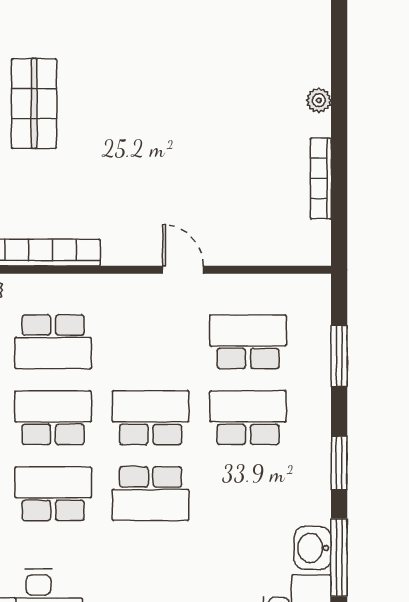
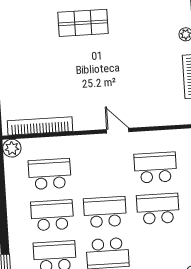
shop shelf: (34, 104) -> (83, 23), moved, turned 90
school desk: (53, 342) -> (50, 174), turned 180

